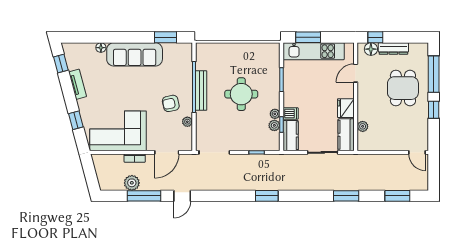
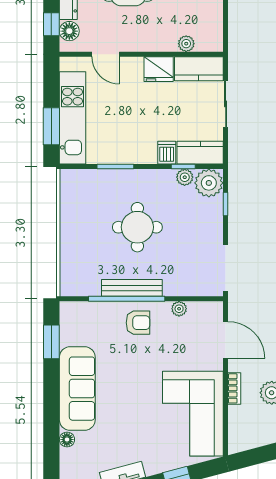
armchair: (171, 103) -> (138, 323), moved, turned -78
plant: (275, 114) -> (209, 183), moved, width x1.88, depth x1.88

